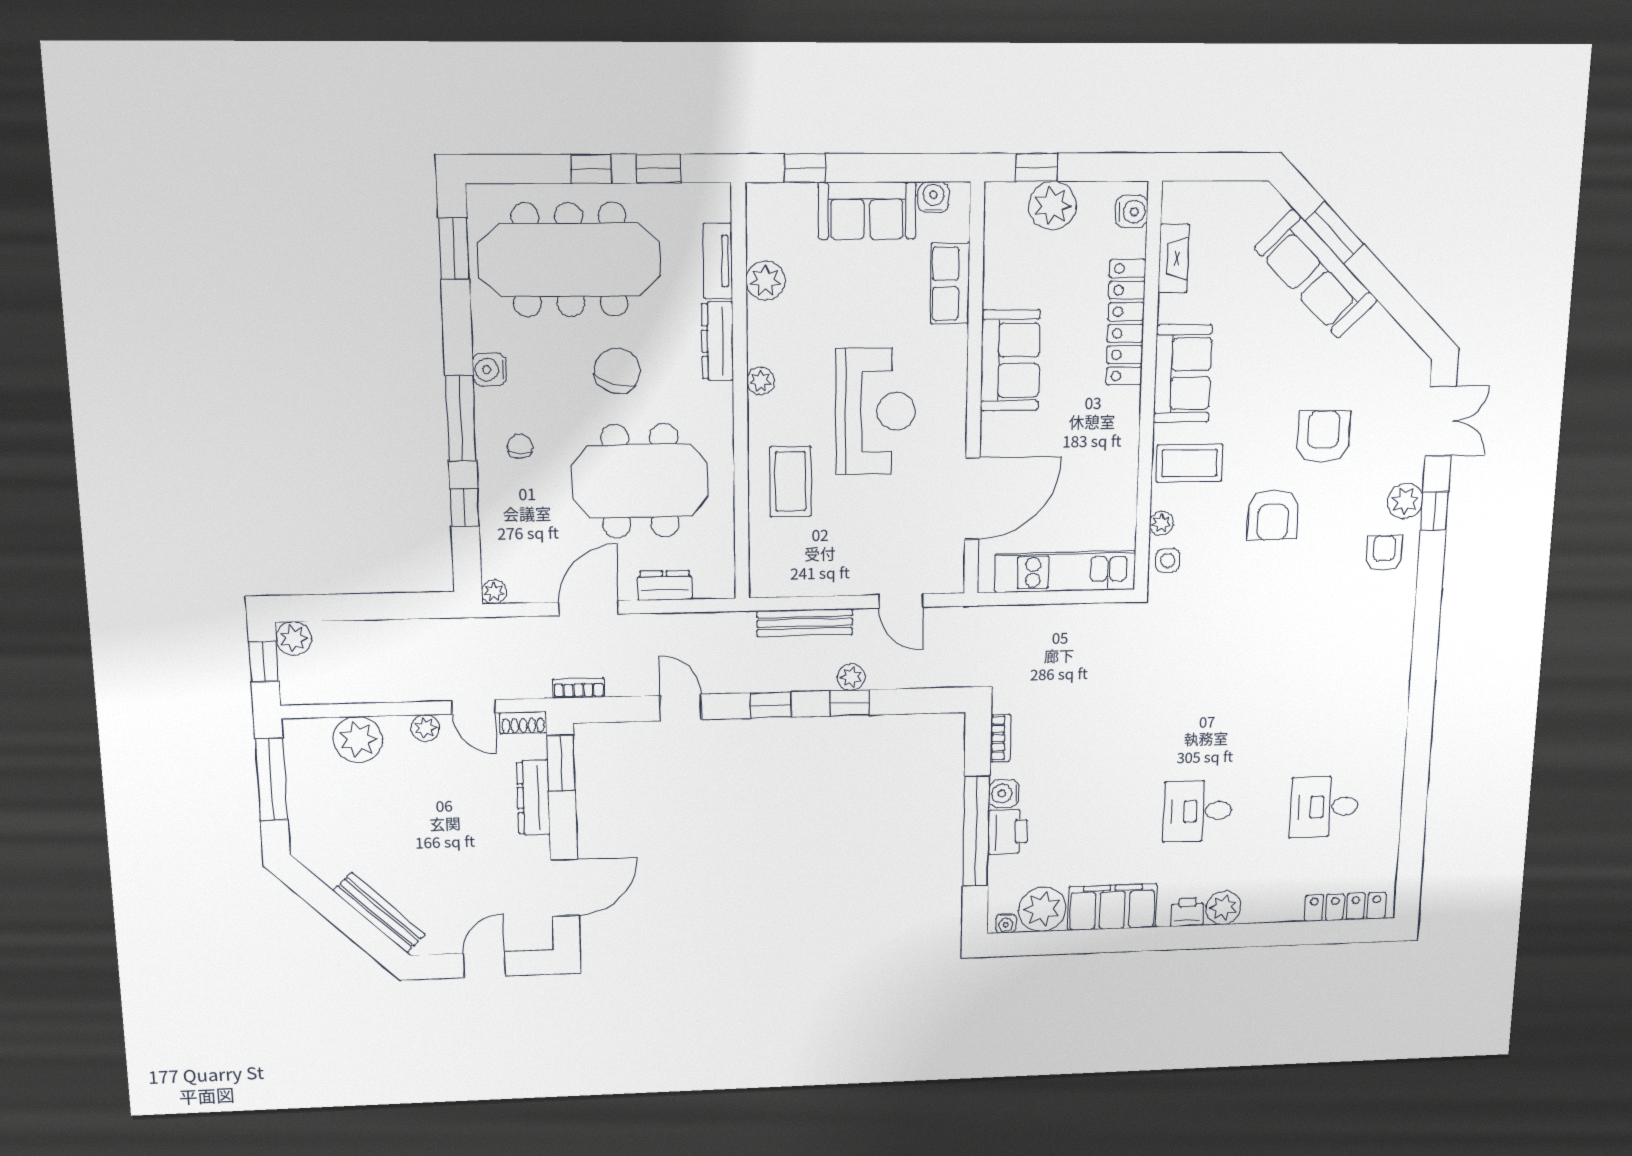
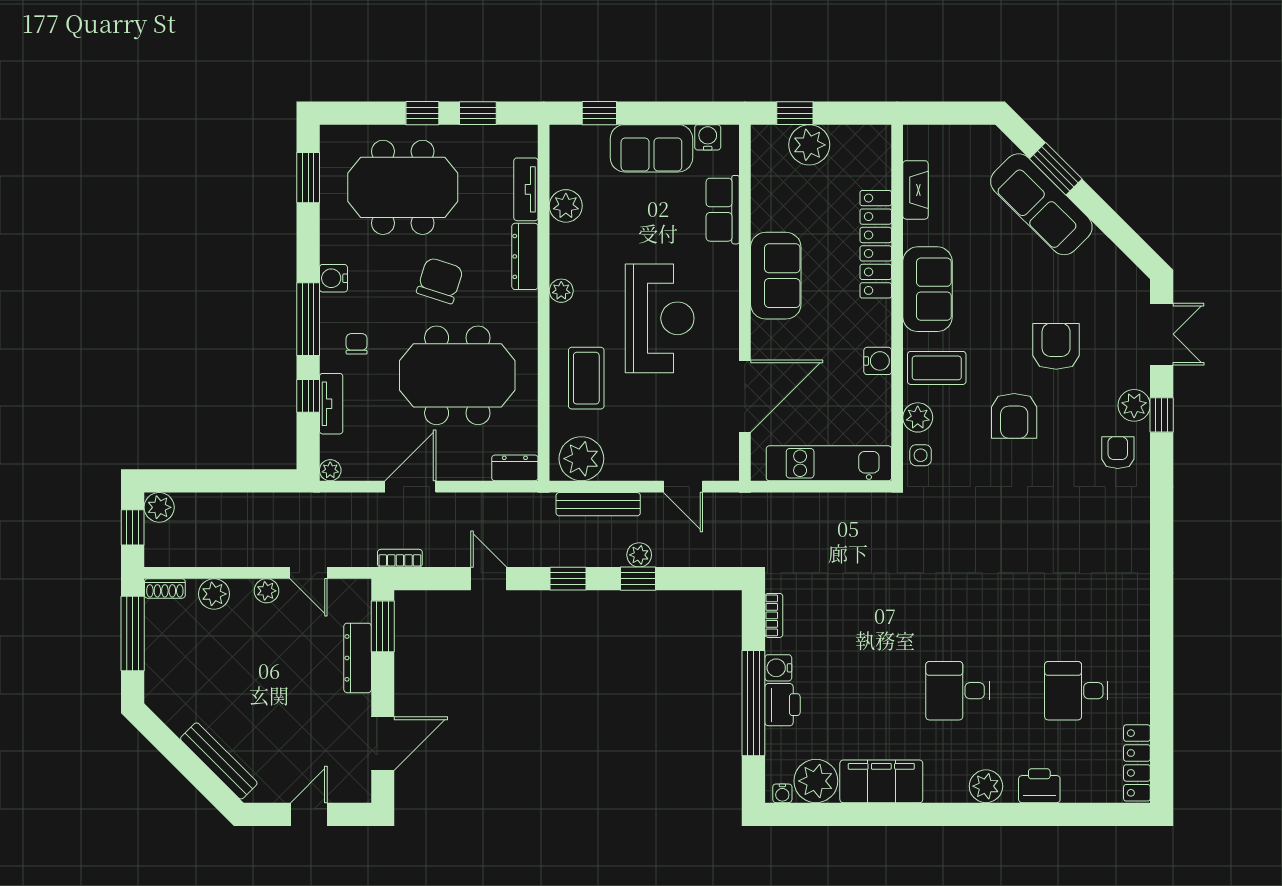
water cooler: (1132, 212) -> (878, 361), moved
meeting table: (570, 260) -> (403, 187), width x0.73
tv unit: (492, 516) -> (331, 404), added
plant: (1161, 523) -> (918, 417), width x1.38, depth x1.38
plant: (785, 573) -> (581, 459), added
dresser: (665, 586) -> (515, 468), moved
shoe rack: (523, 723) -> (165, 588), moved
plant: (358, 739) -> (214, 594), width x0.73, depth x0.73
locker: (1345, 907) -> (1137, 763), moved, turned -90
printer: (1187, 912) -> (1039, 786), moved, width x1.36, depth x1.24

